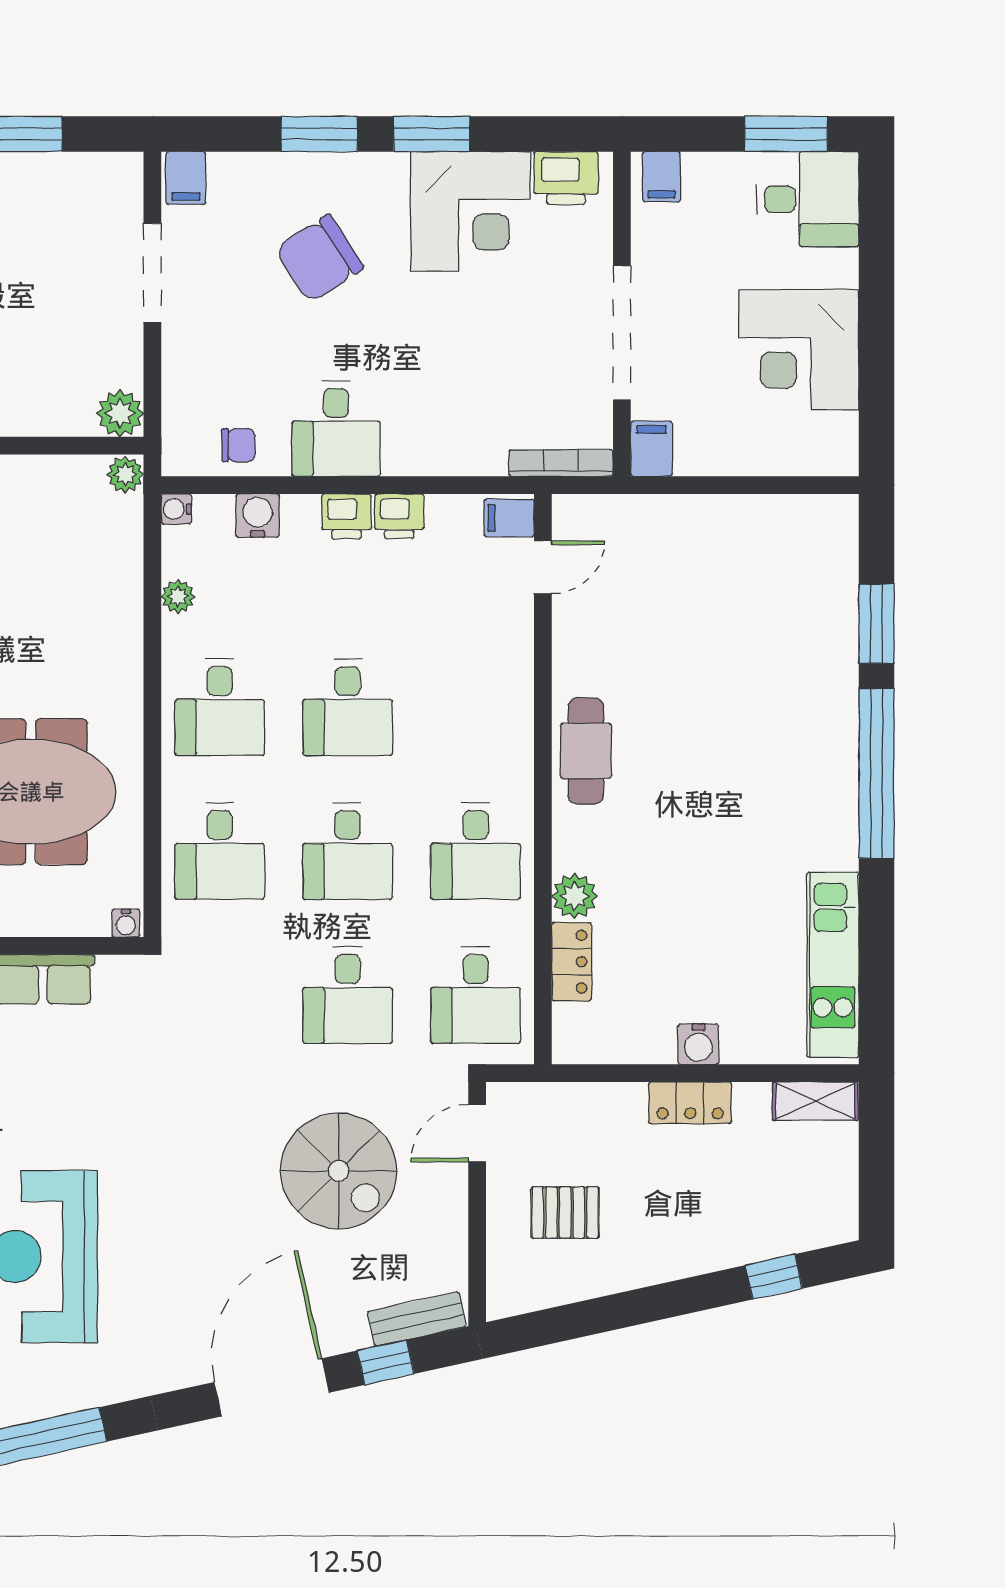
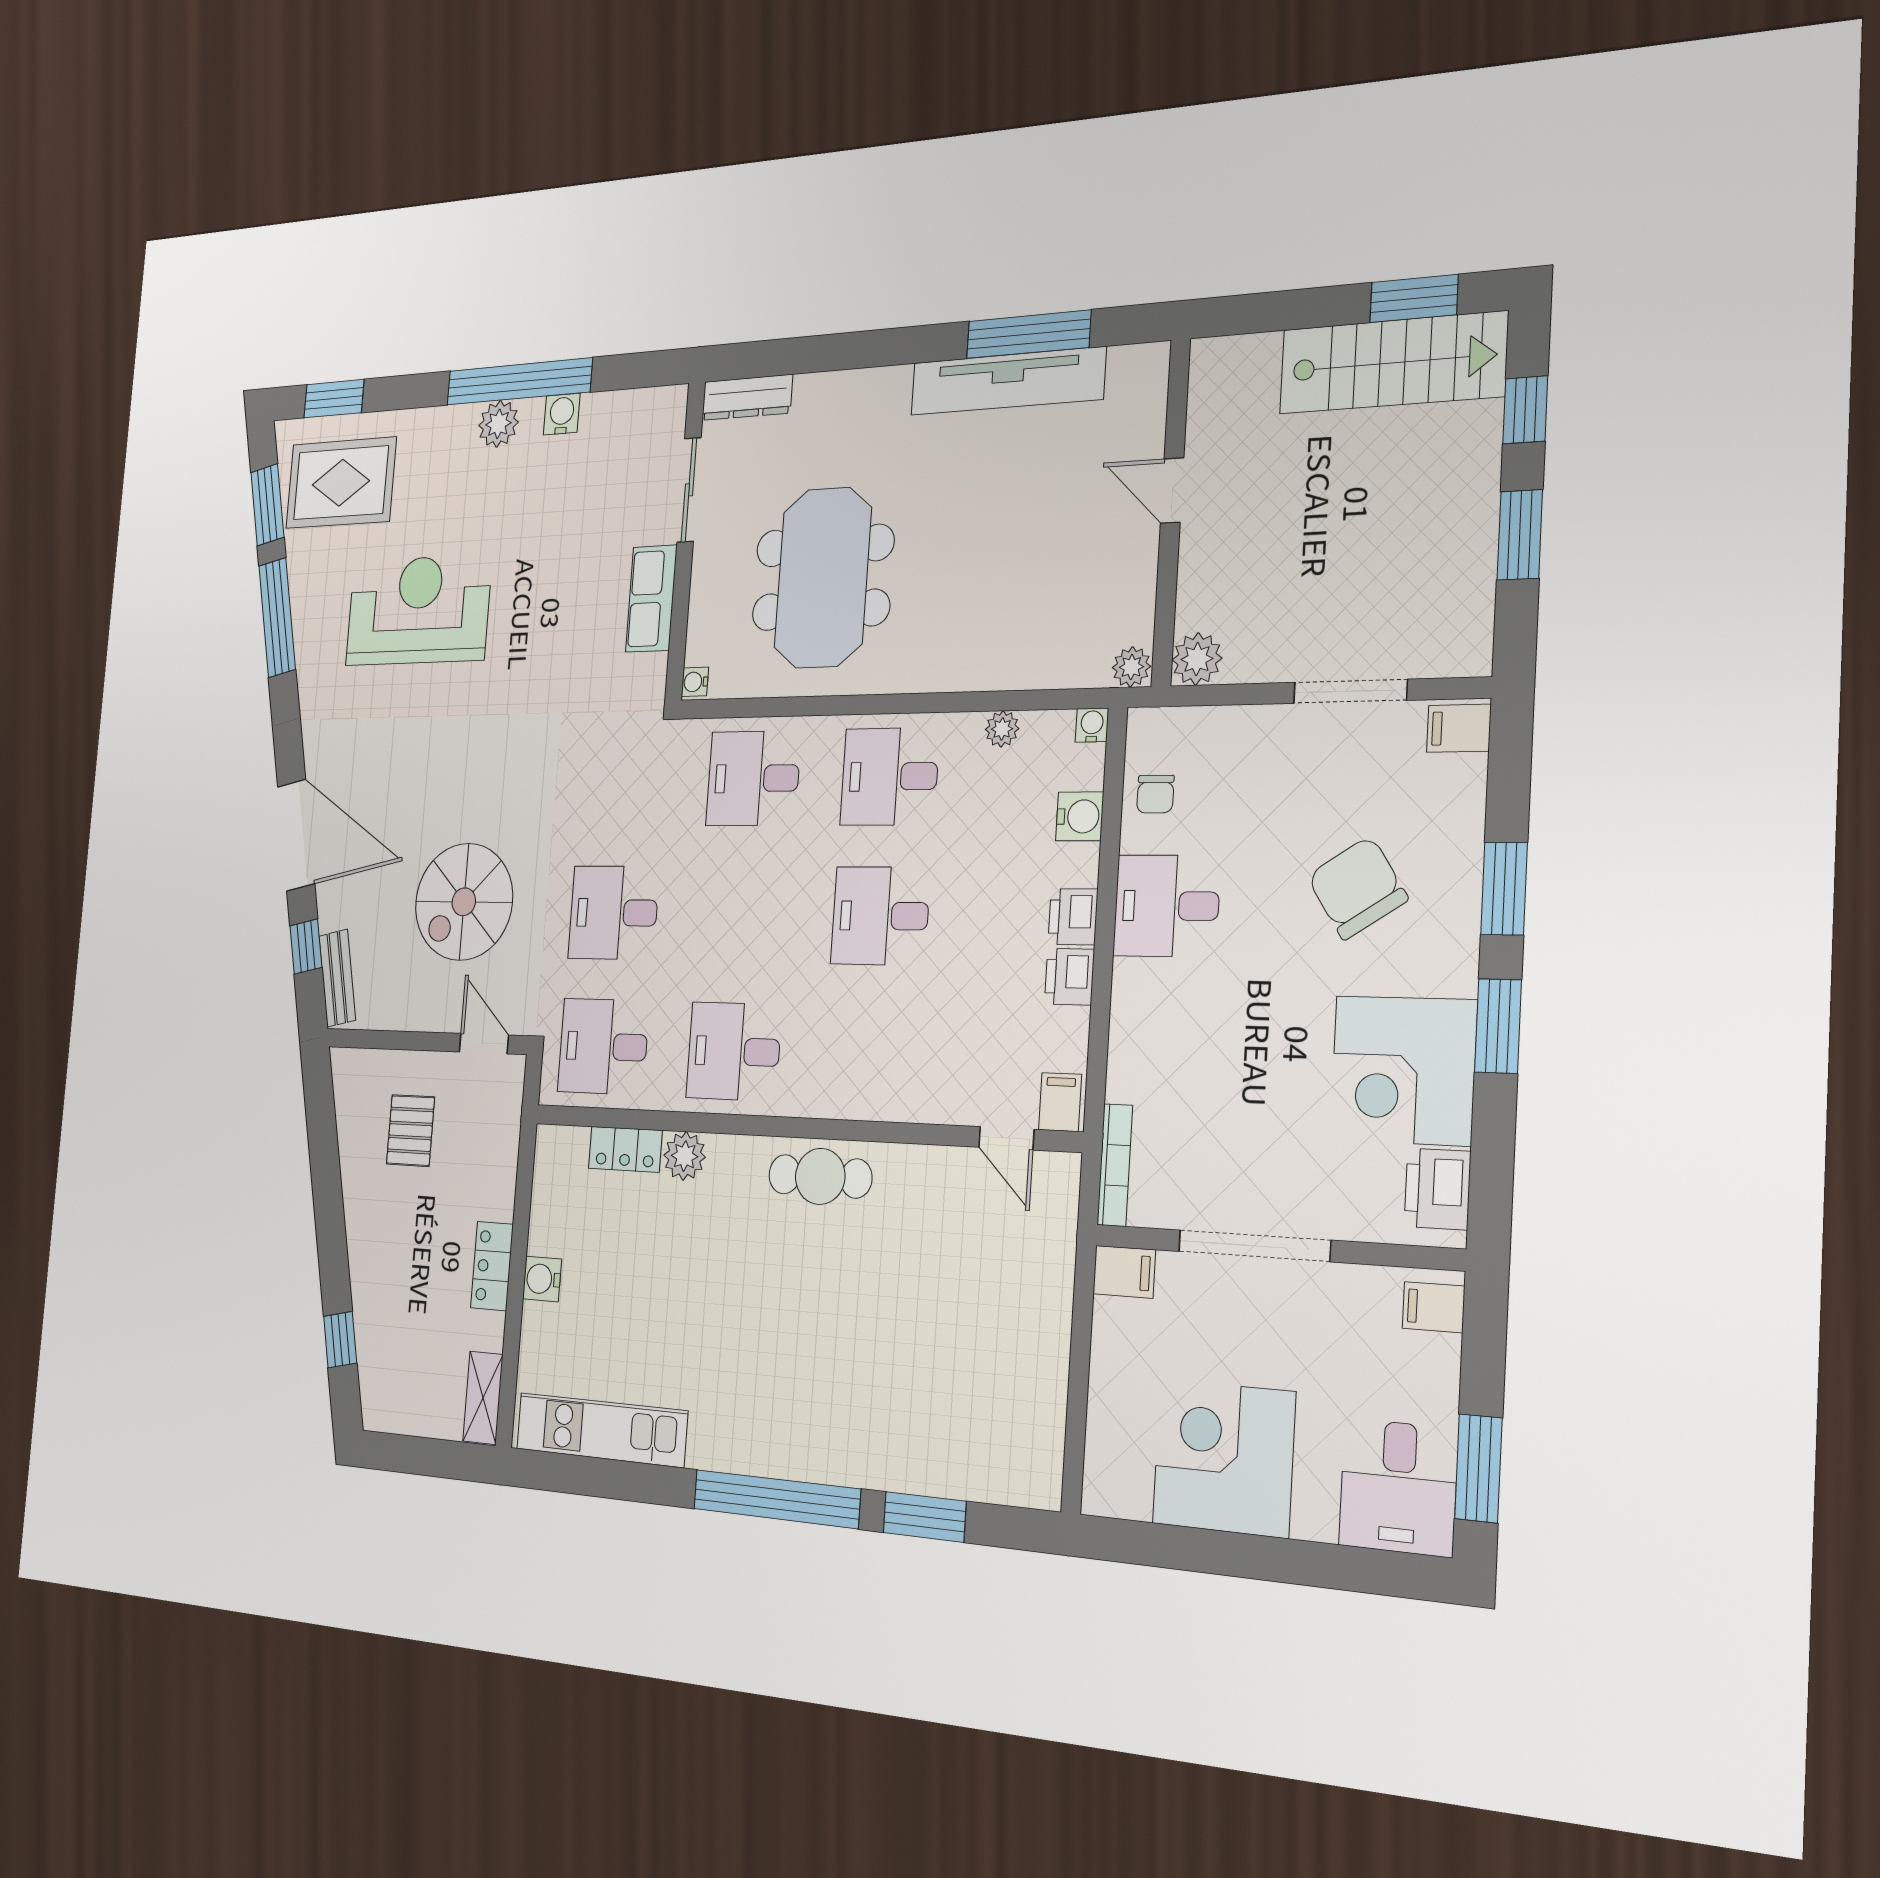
desk: (348, 851) -> (744, 914), removed

